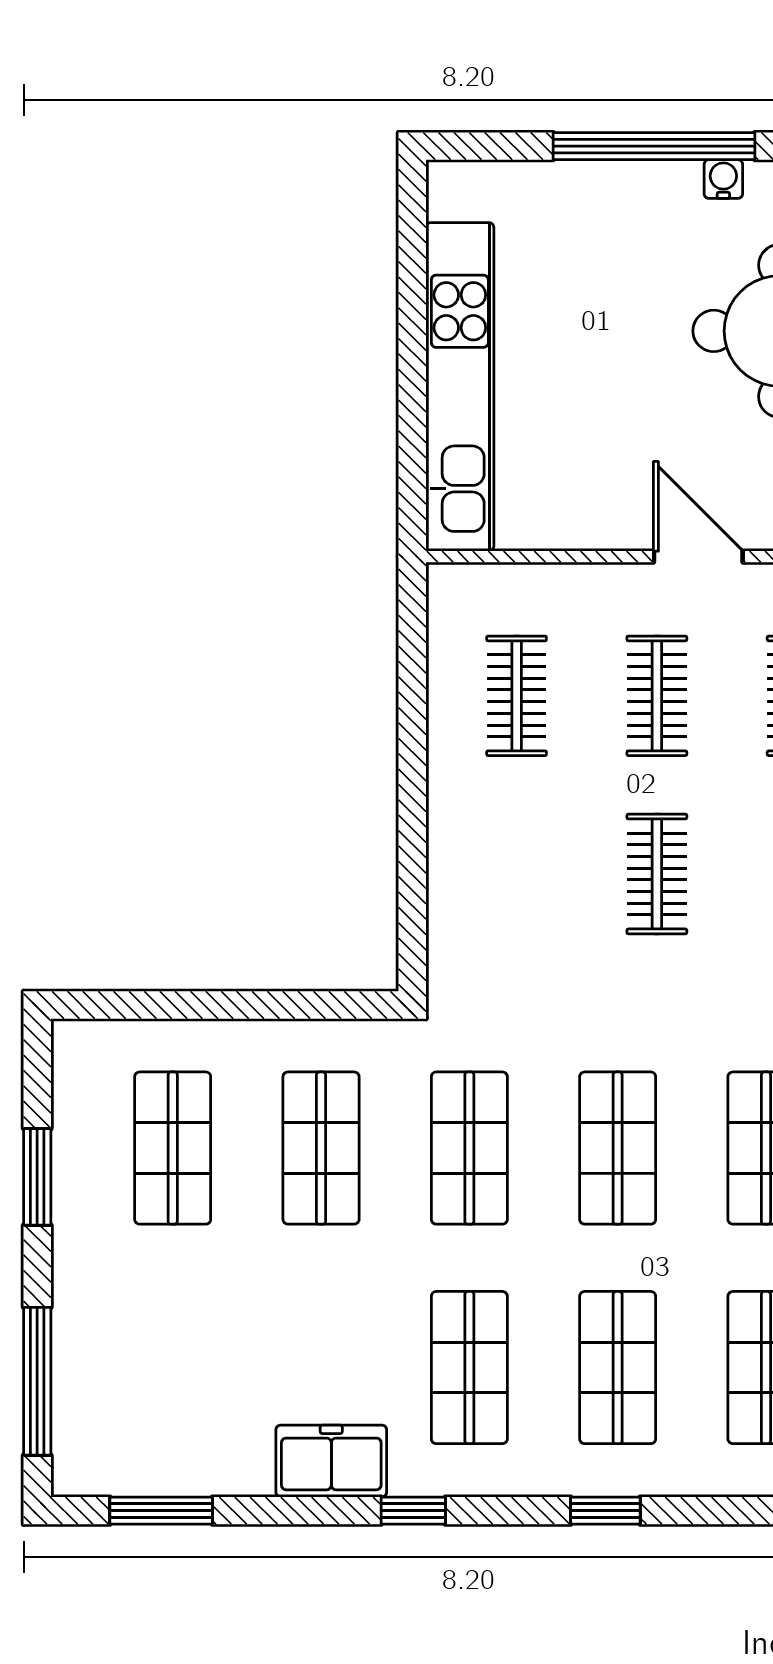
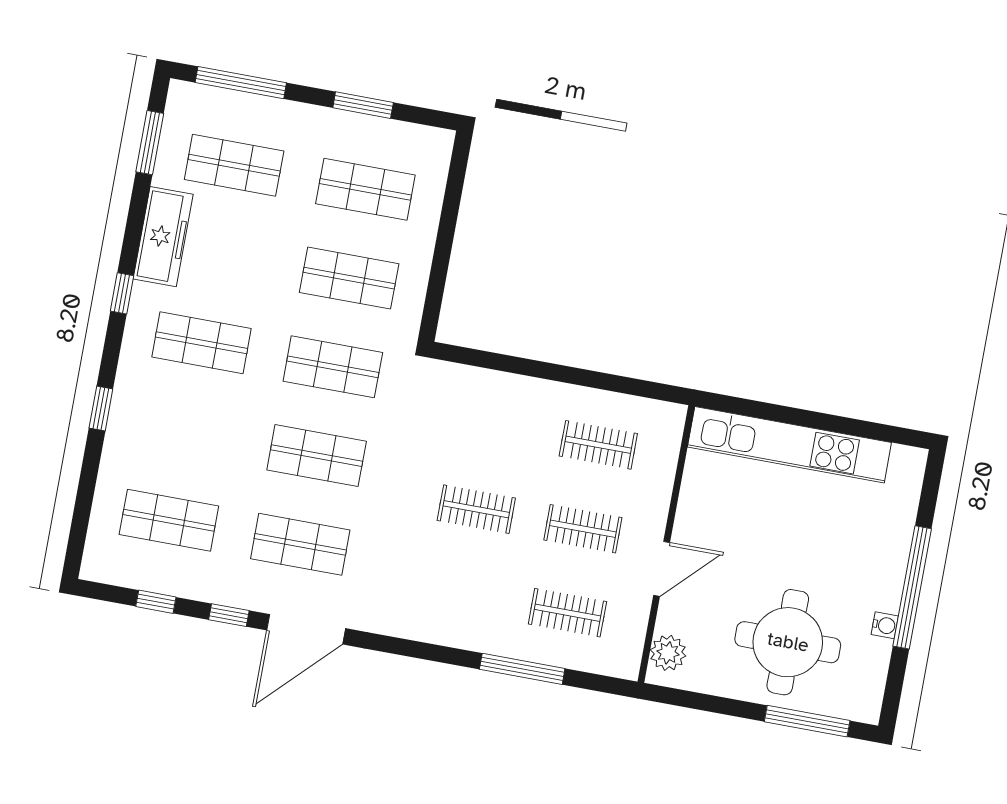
shop shelf: (618, 1368) -> (234, 165), moved
freezer: (331, 1461) -> (163, 237), width x1.40

